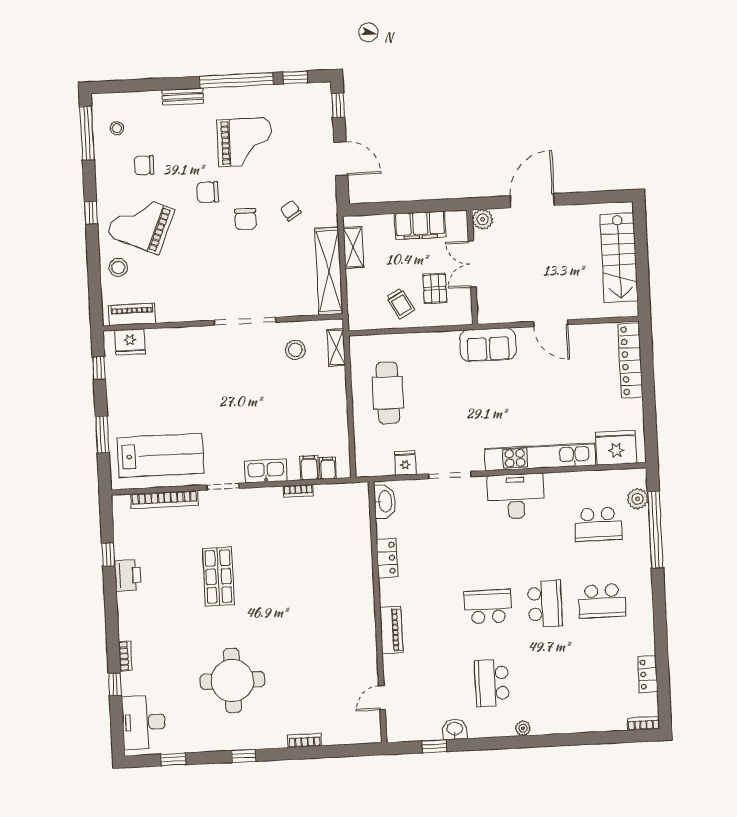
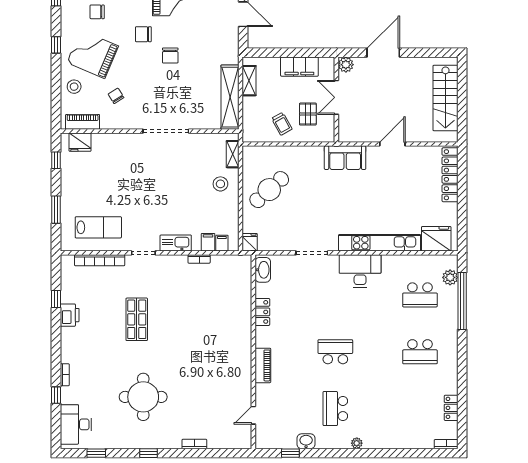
chair: (291, 211) -> (116, 96), moved
door: (551, 323) -> (392, 144), swing flipped
stool: (295, 350) -> (220, 184), moved
cafe table: (388, 393) -> (269, 190), turned 48
lab bench: (160, 455) -> (98, 227), width x0.73, depth x0.72
fridge: (405, 463) -> (250, 242), moved
school desk: (545, 604) -> (378, 352), removed

